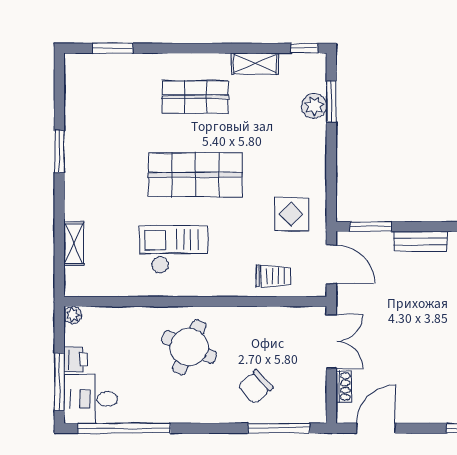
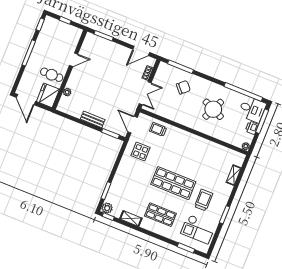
plant: (314, 106) -> (107, 208), moved
trolley: (116, 165) -> (204, 200), added
checkout: (174, 250) -> (198, 229), moved
double door: (331, 341) -> (145, 93), swing flipped
round table: (189, 347) -> (213, 109), moved

